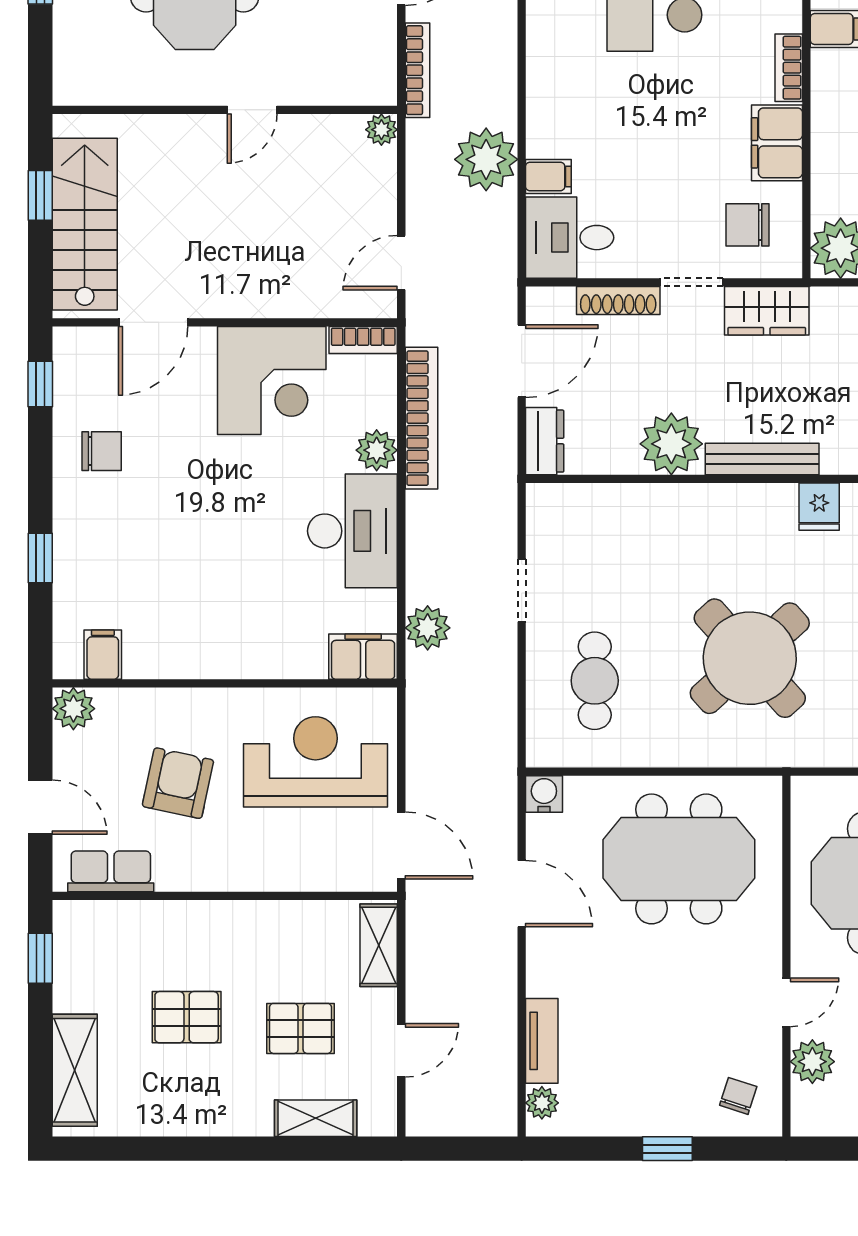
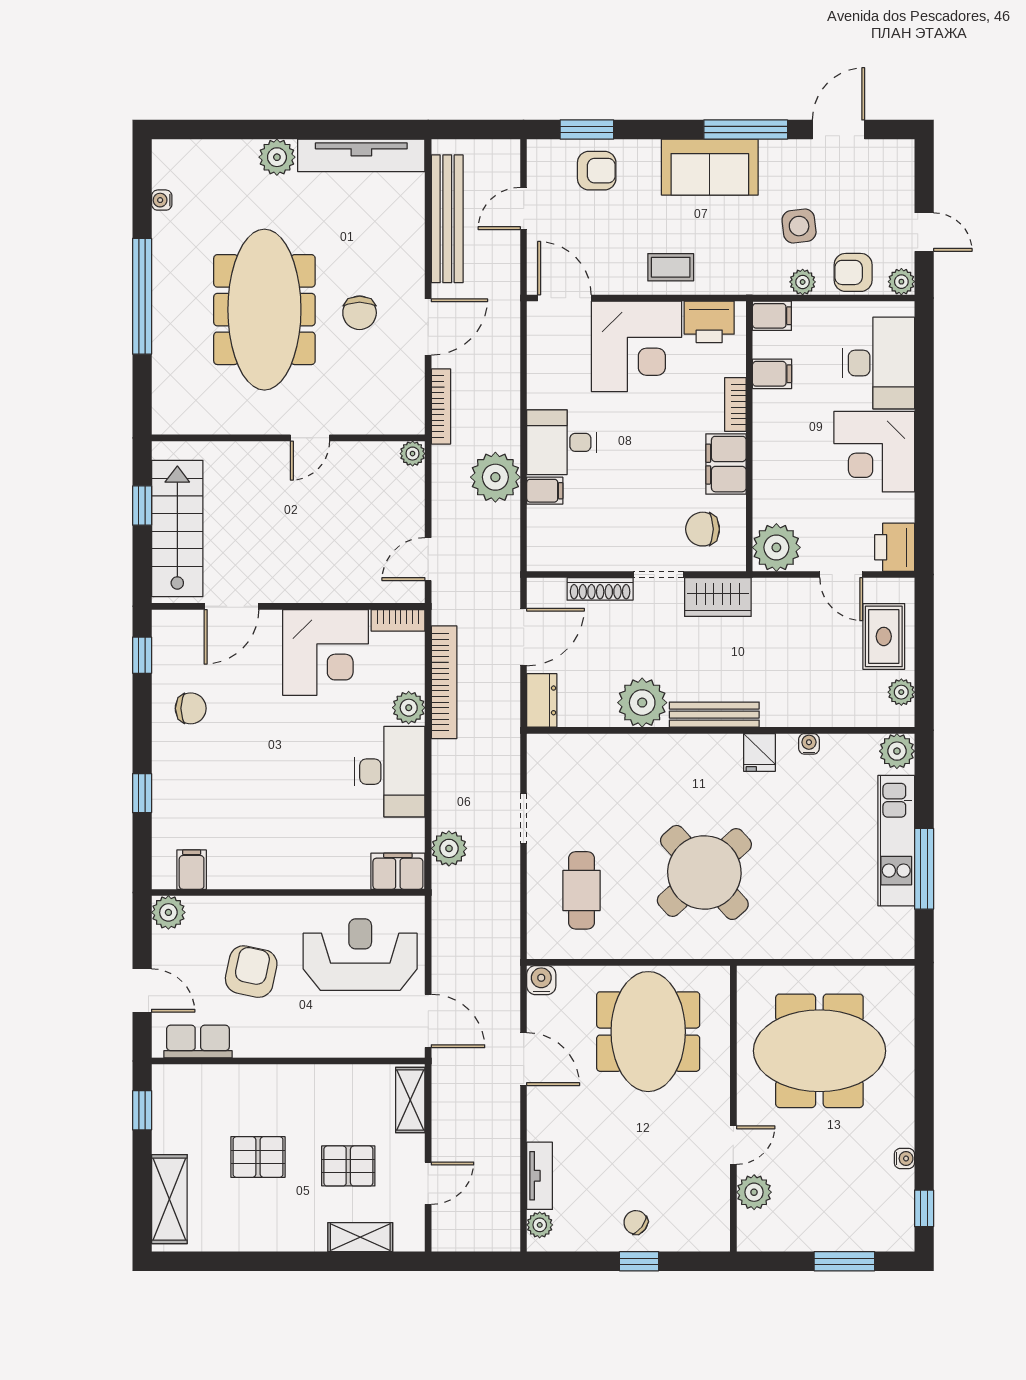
desk: (570, 238) -> (562, 442), moved
meeting table: (679, 859) -> (648, 1032), turned 90
chair: (738, 1096) -> (636, 1222), moved, turned -71

